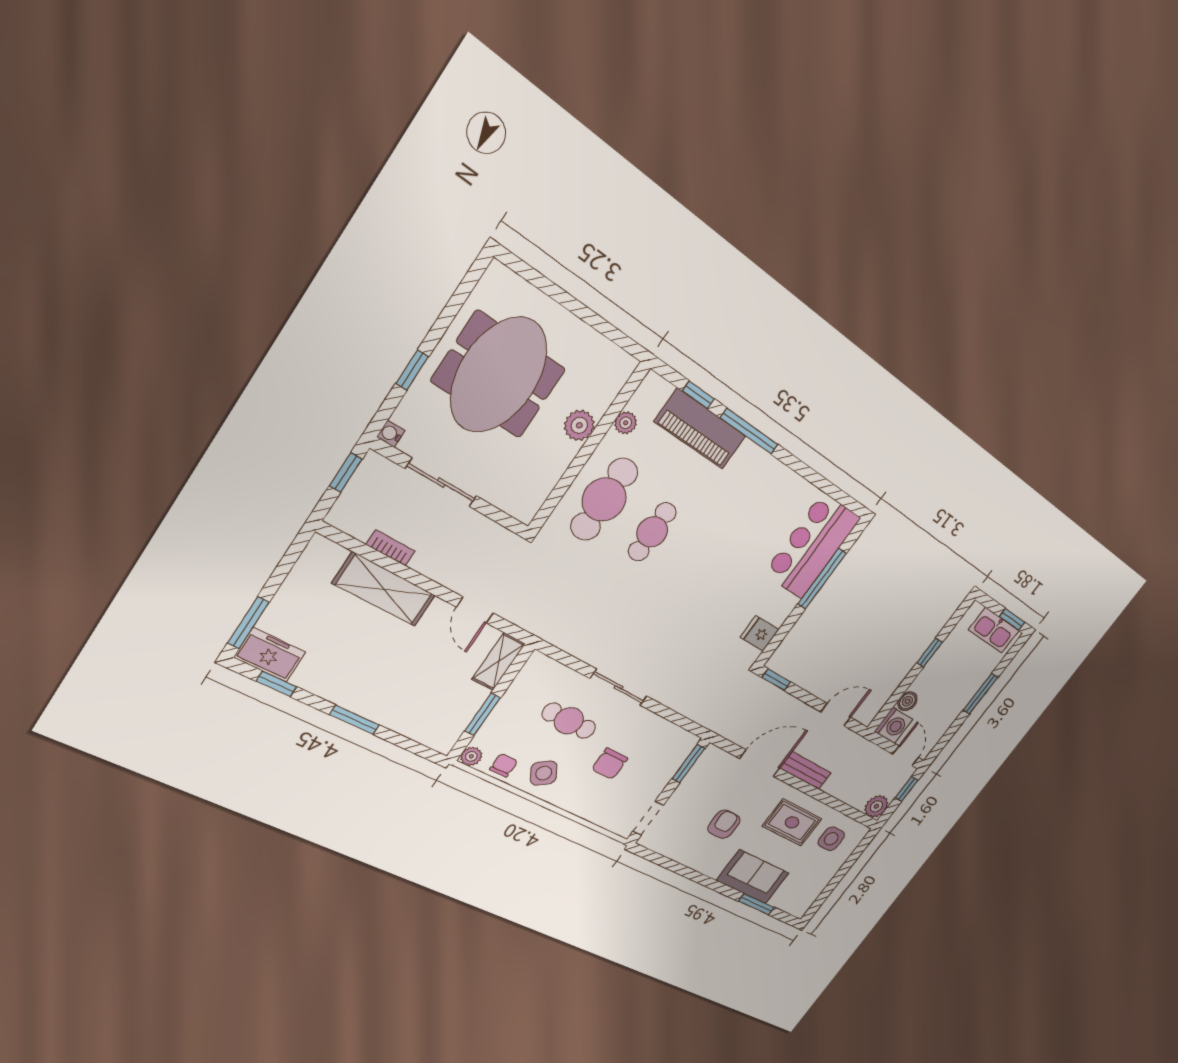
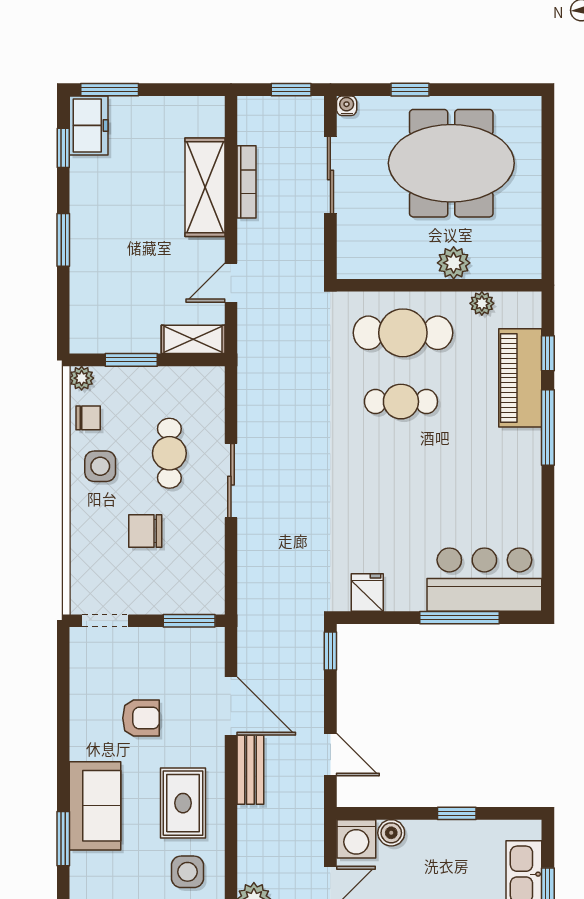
bookcase: (391, 548) -> (246, 182), width x1.56
side table: (544, 773) -> (100, 466), turned 32

